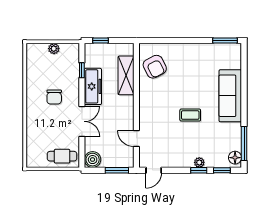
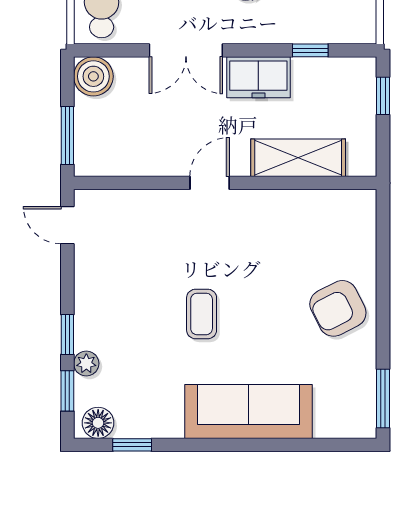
armchair: (155, 67) -> (338, 308), moved
freezer: (93, 86) -> (258, 77), width x0.71
door: (136, 139) -> (210, 183), moved
window: (244, 144) -> (132, 445), width x0.46
plant: (199, 162) -> (86, 363), moved

